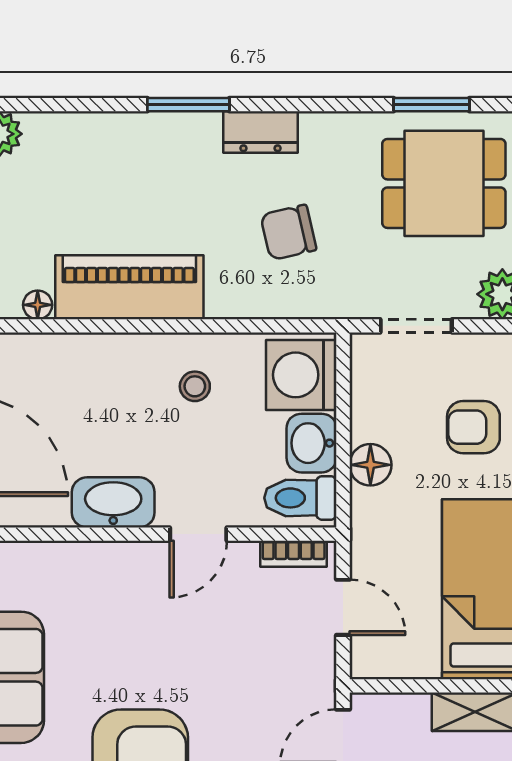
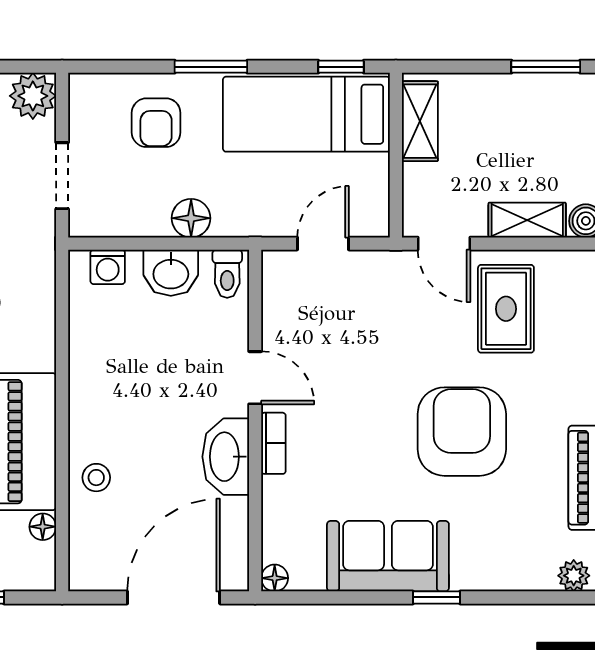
washing machine: (301, 375) -> (108, 267), width x0.53, depth x0.53
stool: (195, 386) -> (96, 478), moved
toilet: (300, 498) -> (227, 274), width x0.73, depth x0.72
bookcase: (294, 554) -> (273, 443), moved

